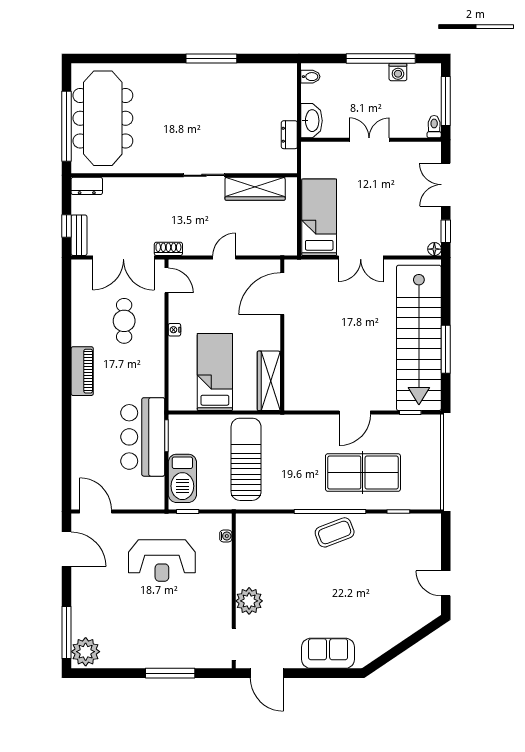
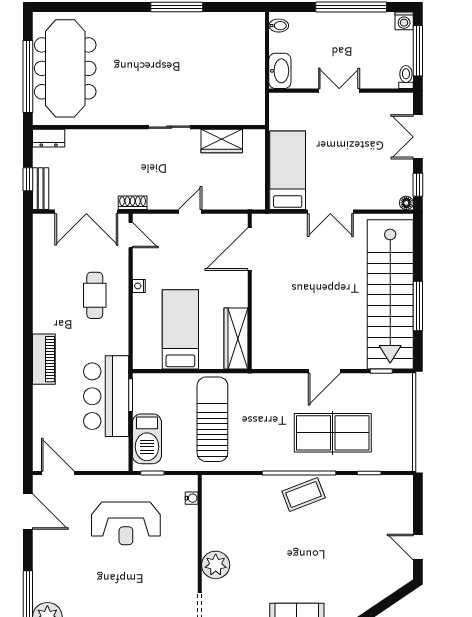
washing machine: (398, 72) -> (404, 21), moved
dresser: (289, 135) -> (257, 85), removed
wardrobe: (255, 189) -> (222, 141), width x0.67
cafe table: (124, 321) -> (95, 295), moved
piano: (82, 371) -> (44, 359), moved

